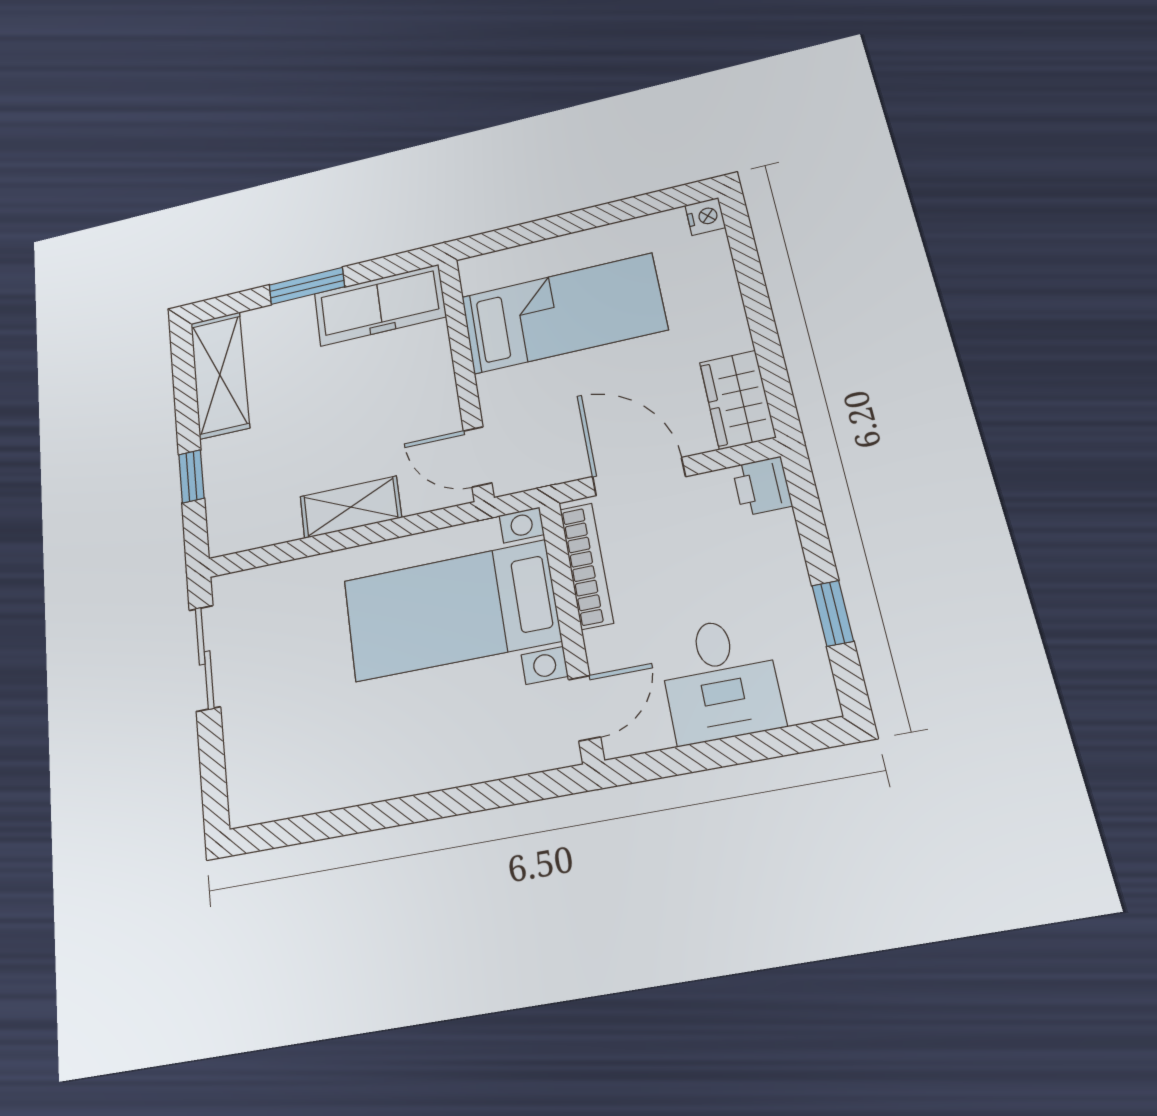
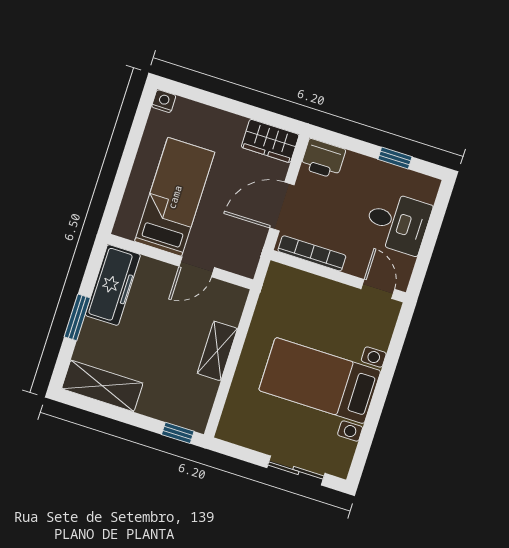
door: (478, 457) -> (197, 267), moved
window: (191, 476) -> (178, 433), moved
printer: (762, 486) -> (323, 159), width x1.36, depth x1.24
bed with nightstands: (451, 611) -> (320, 381), moved, turned 90
sliding door: (205, 658) -> (296, 471), moved

